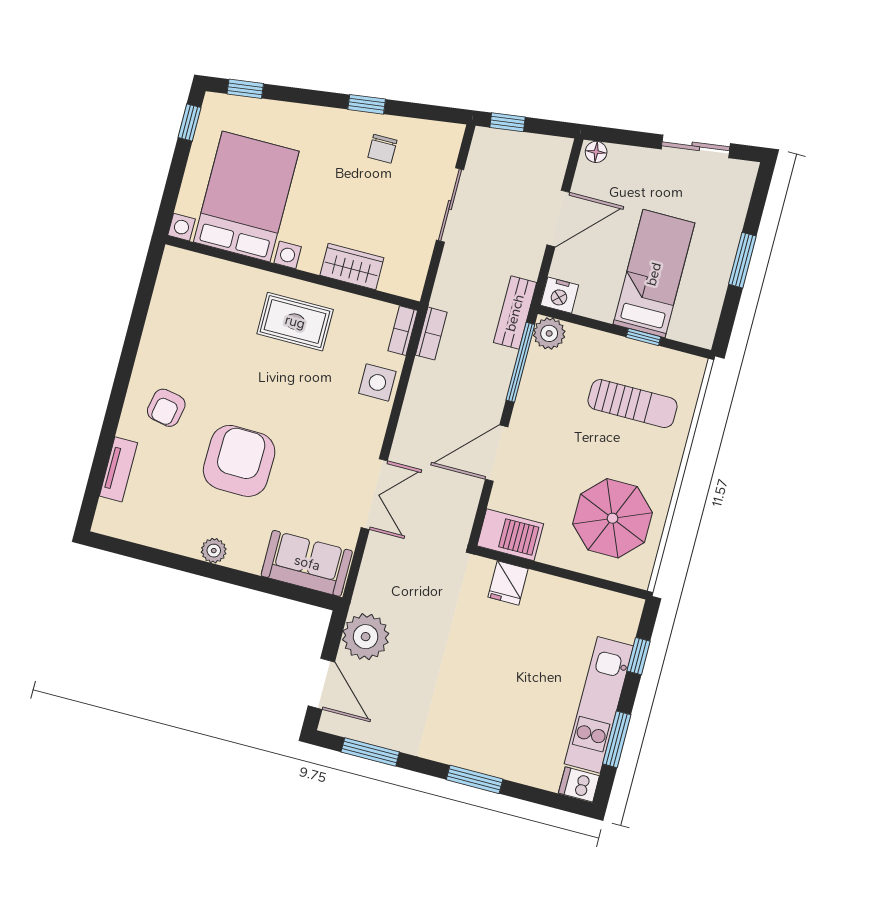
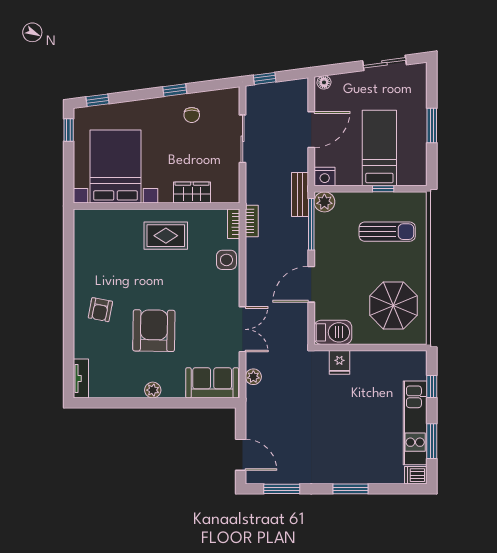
tv unit: (118, 469) -> (81, 379), moved
plant: (366, 637) -> (253, 377), moved, width x0.53, depth x0.53

